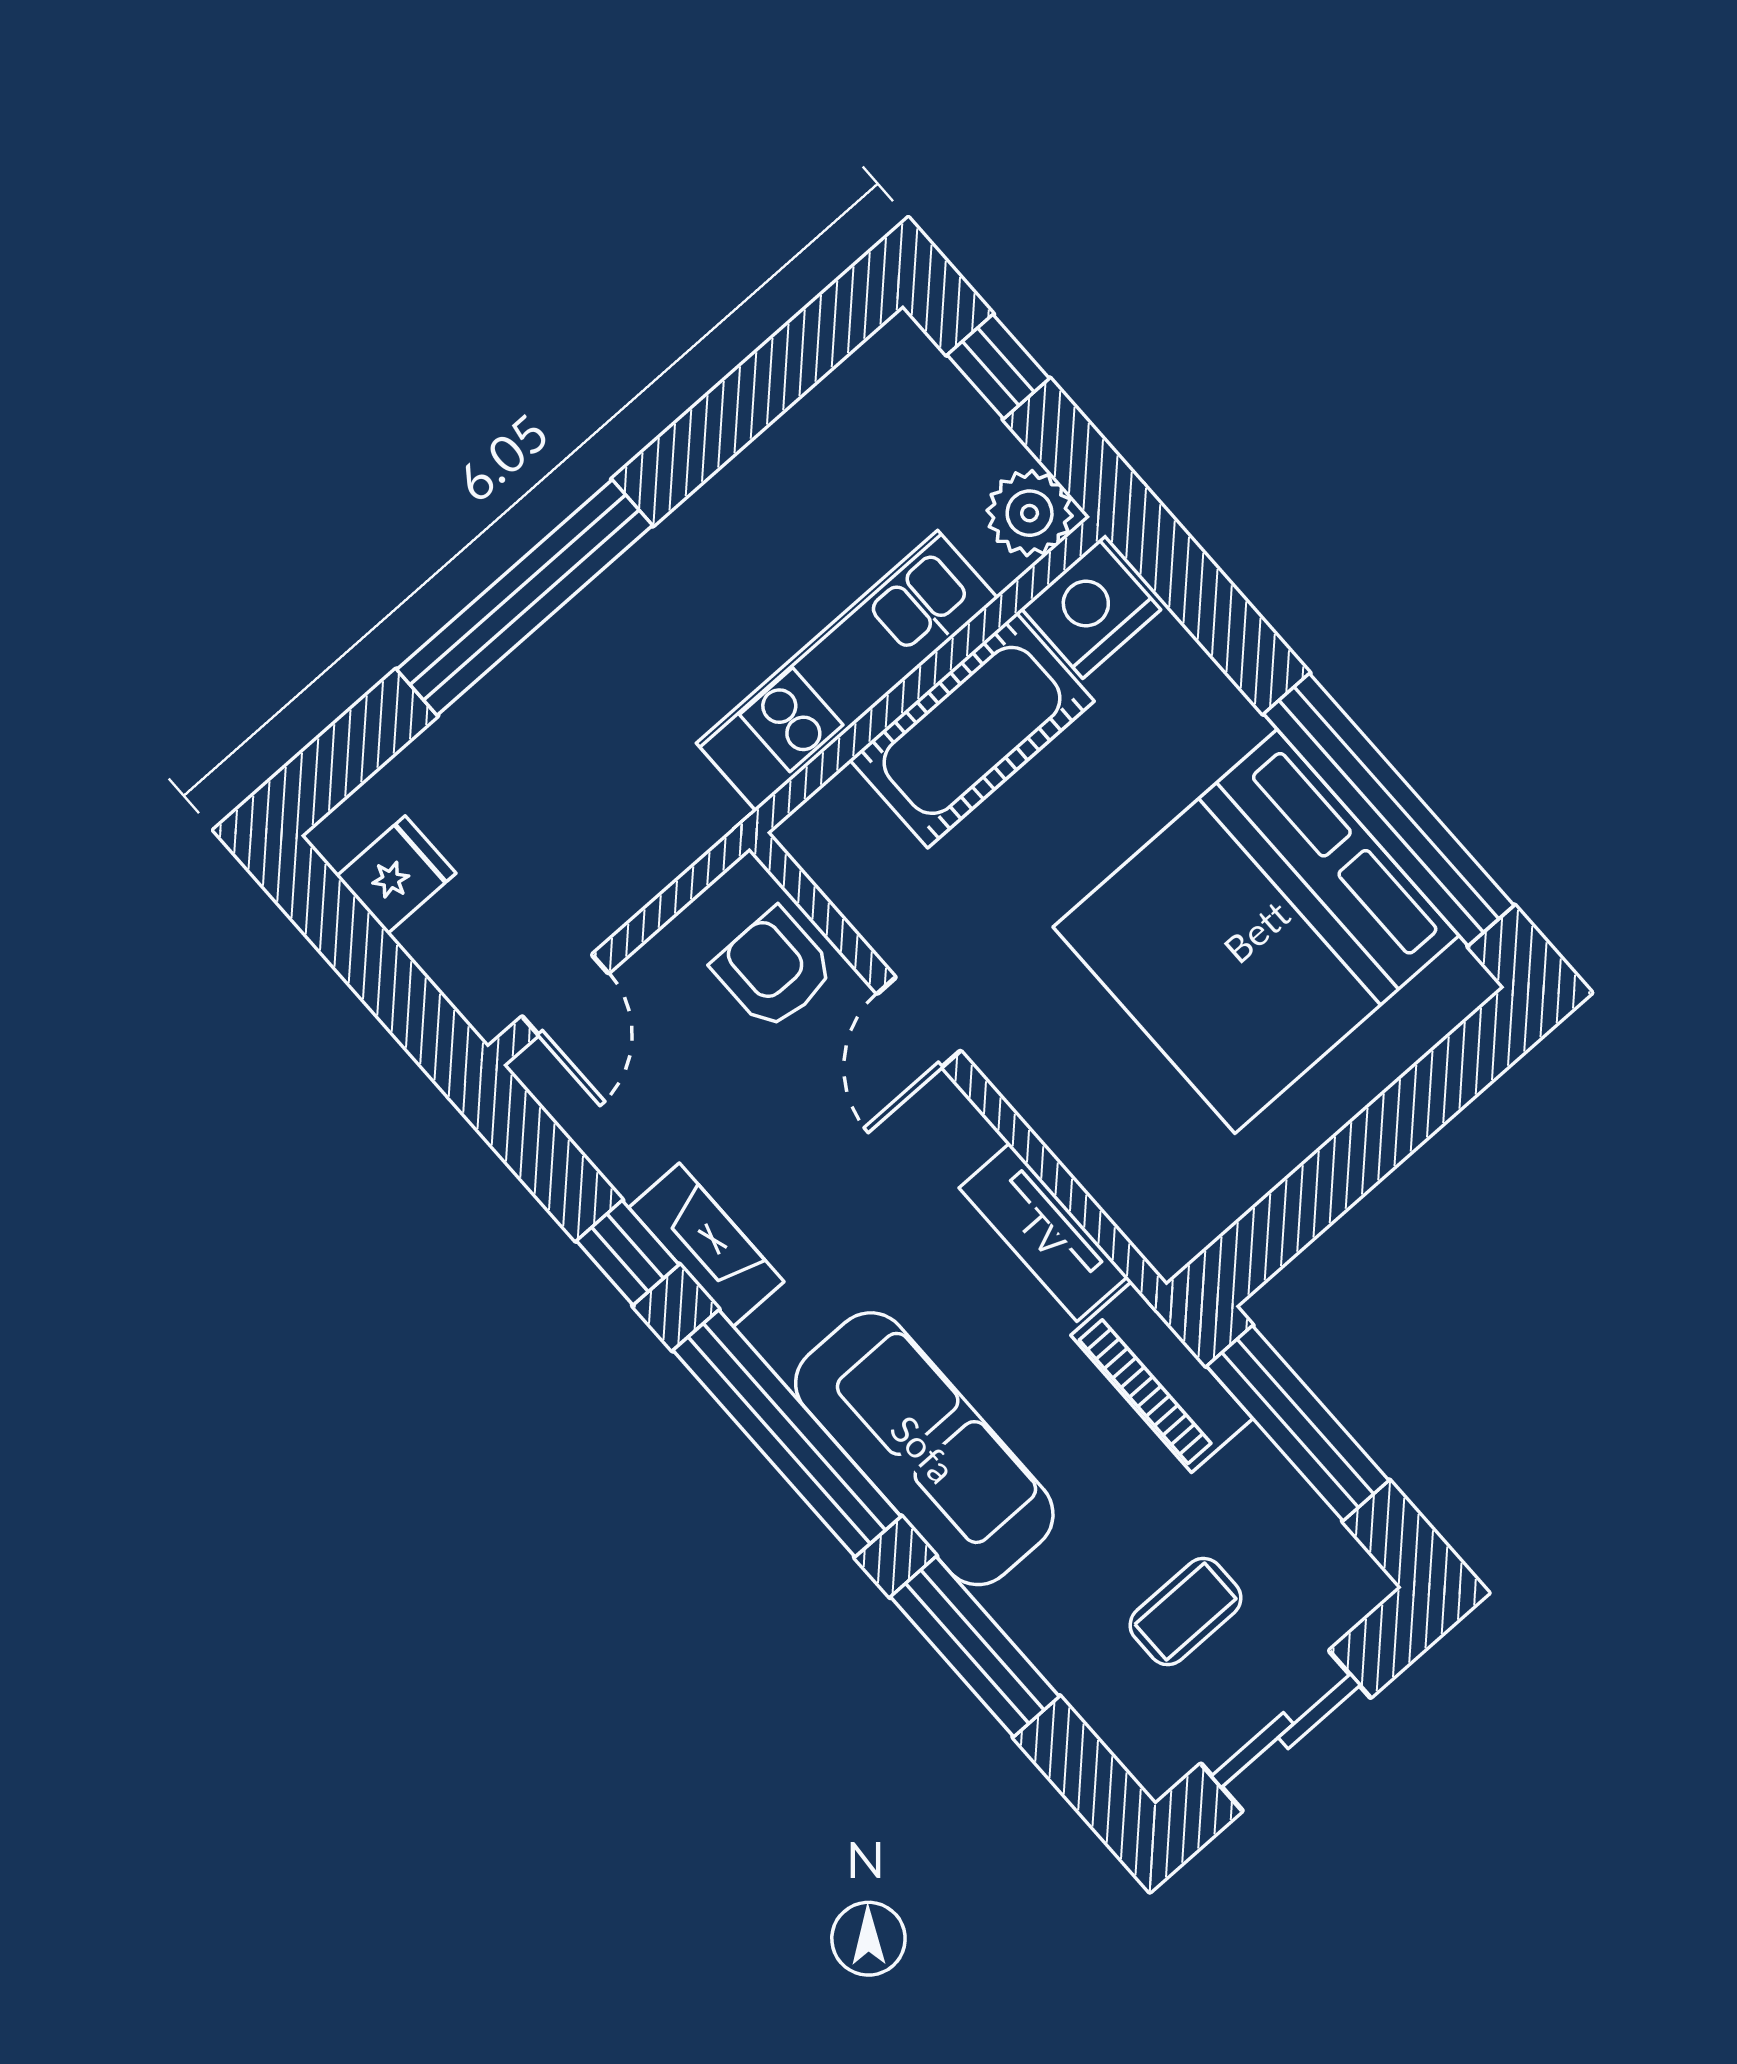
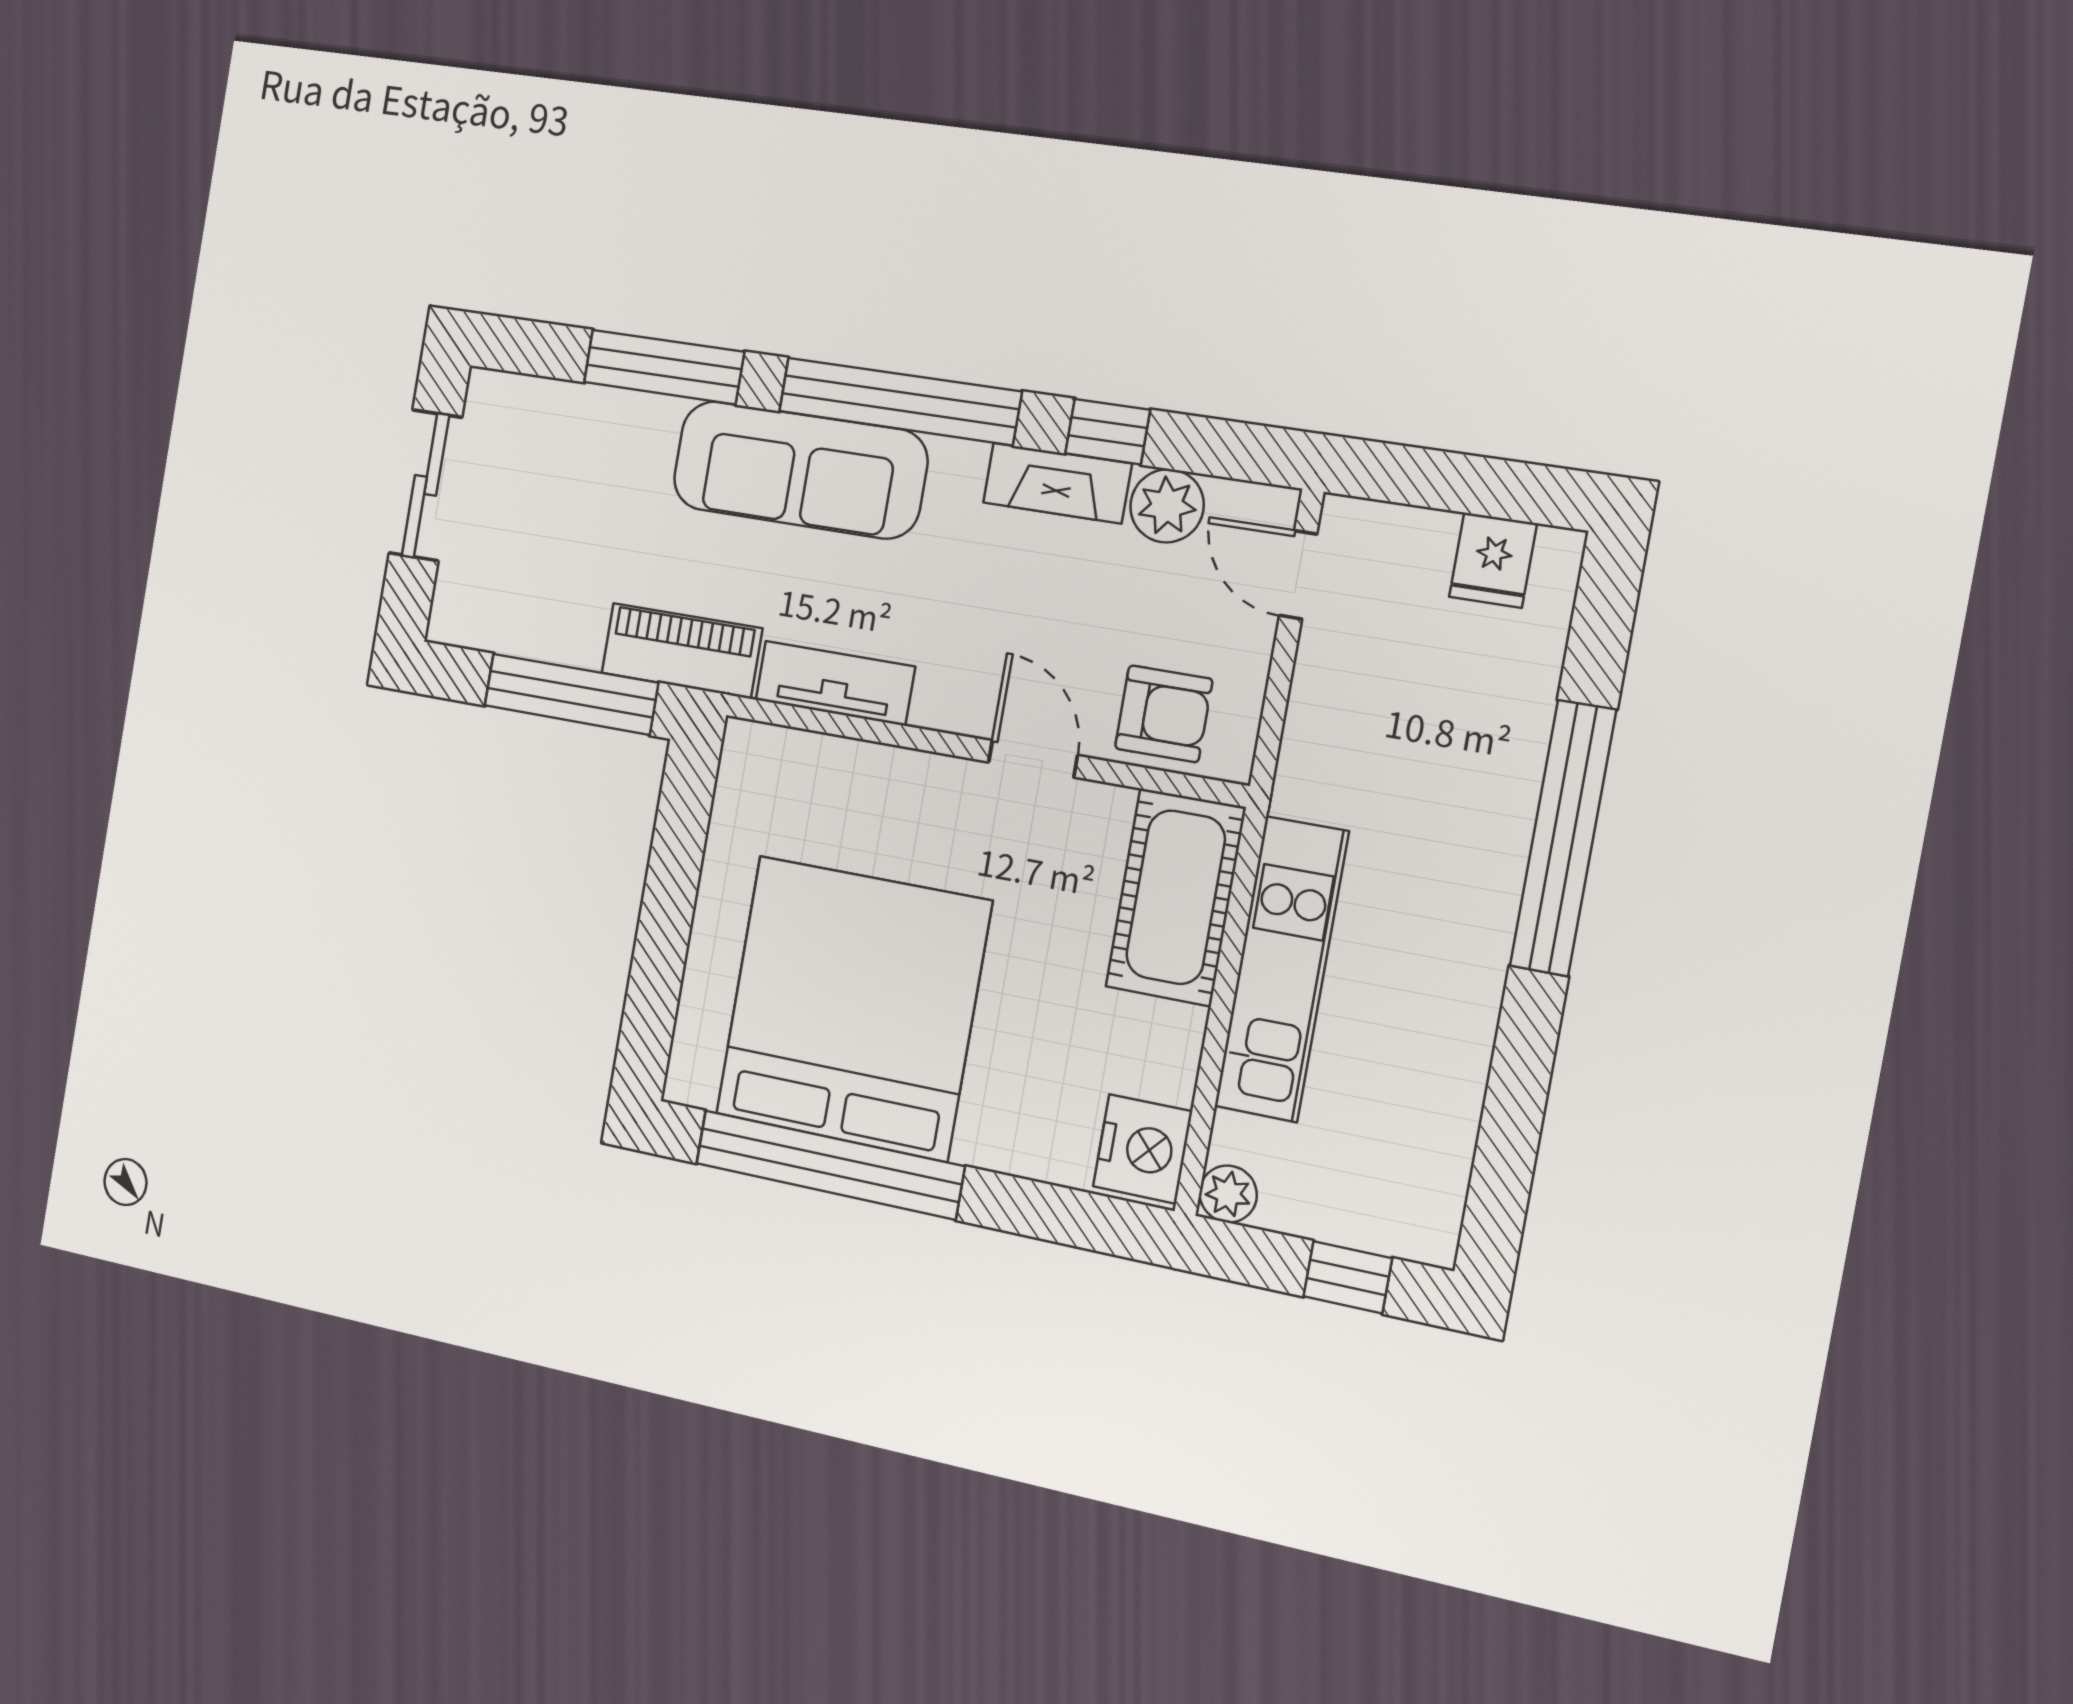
plant: (1030, 513) -> (1228, 1194), width x0.73, depth x0.73
cot: (972, 730) -> (1176, 897), moved
plant: (628, 1146) -> (1167, 506), added
coffee table: (1186, 1612) -> (547, 508), removed

